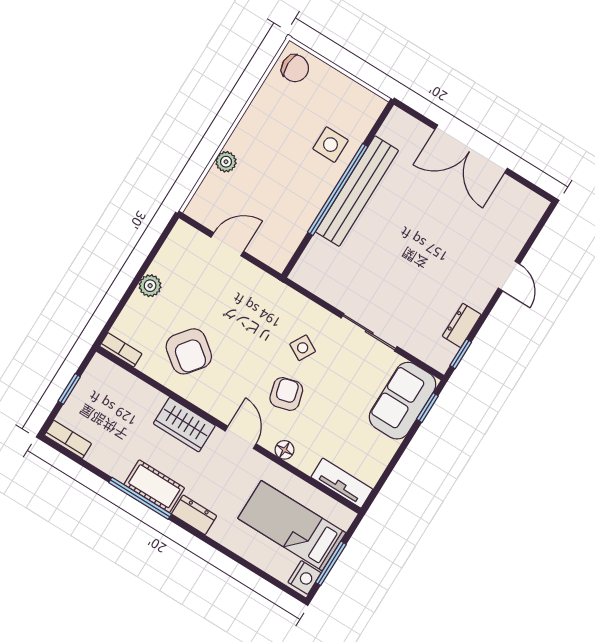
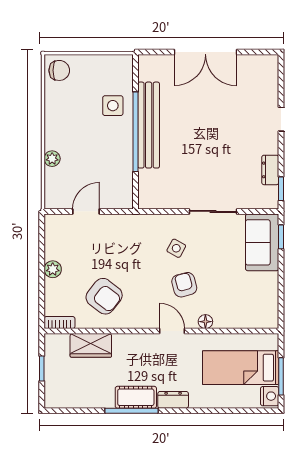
wardrobe: (184, 425) -> (91, 345), moved
bookcase: (68, 439) -> (61, 402), removed
tv unit: (342, 483) -> (256, 320), removed

